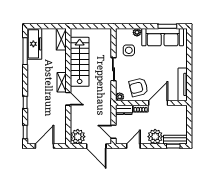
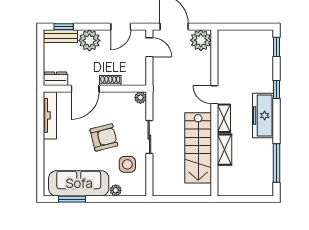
shelving: (61, 39) -> (225, 150), moved
freezer: (34, 44) -> (263, 115), moved
armchair: (139, 87) -> (104, 137), moved
dresser: (124, 110) -> (56, 79), moved
door: (45, 146) -> (249, 27), removed

